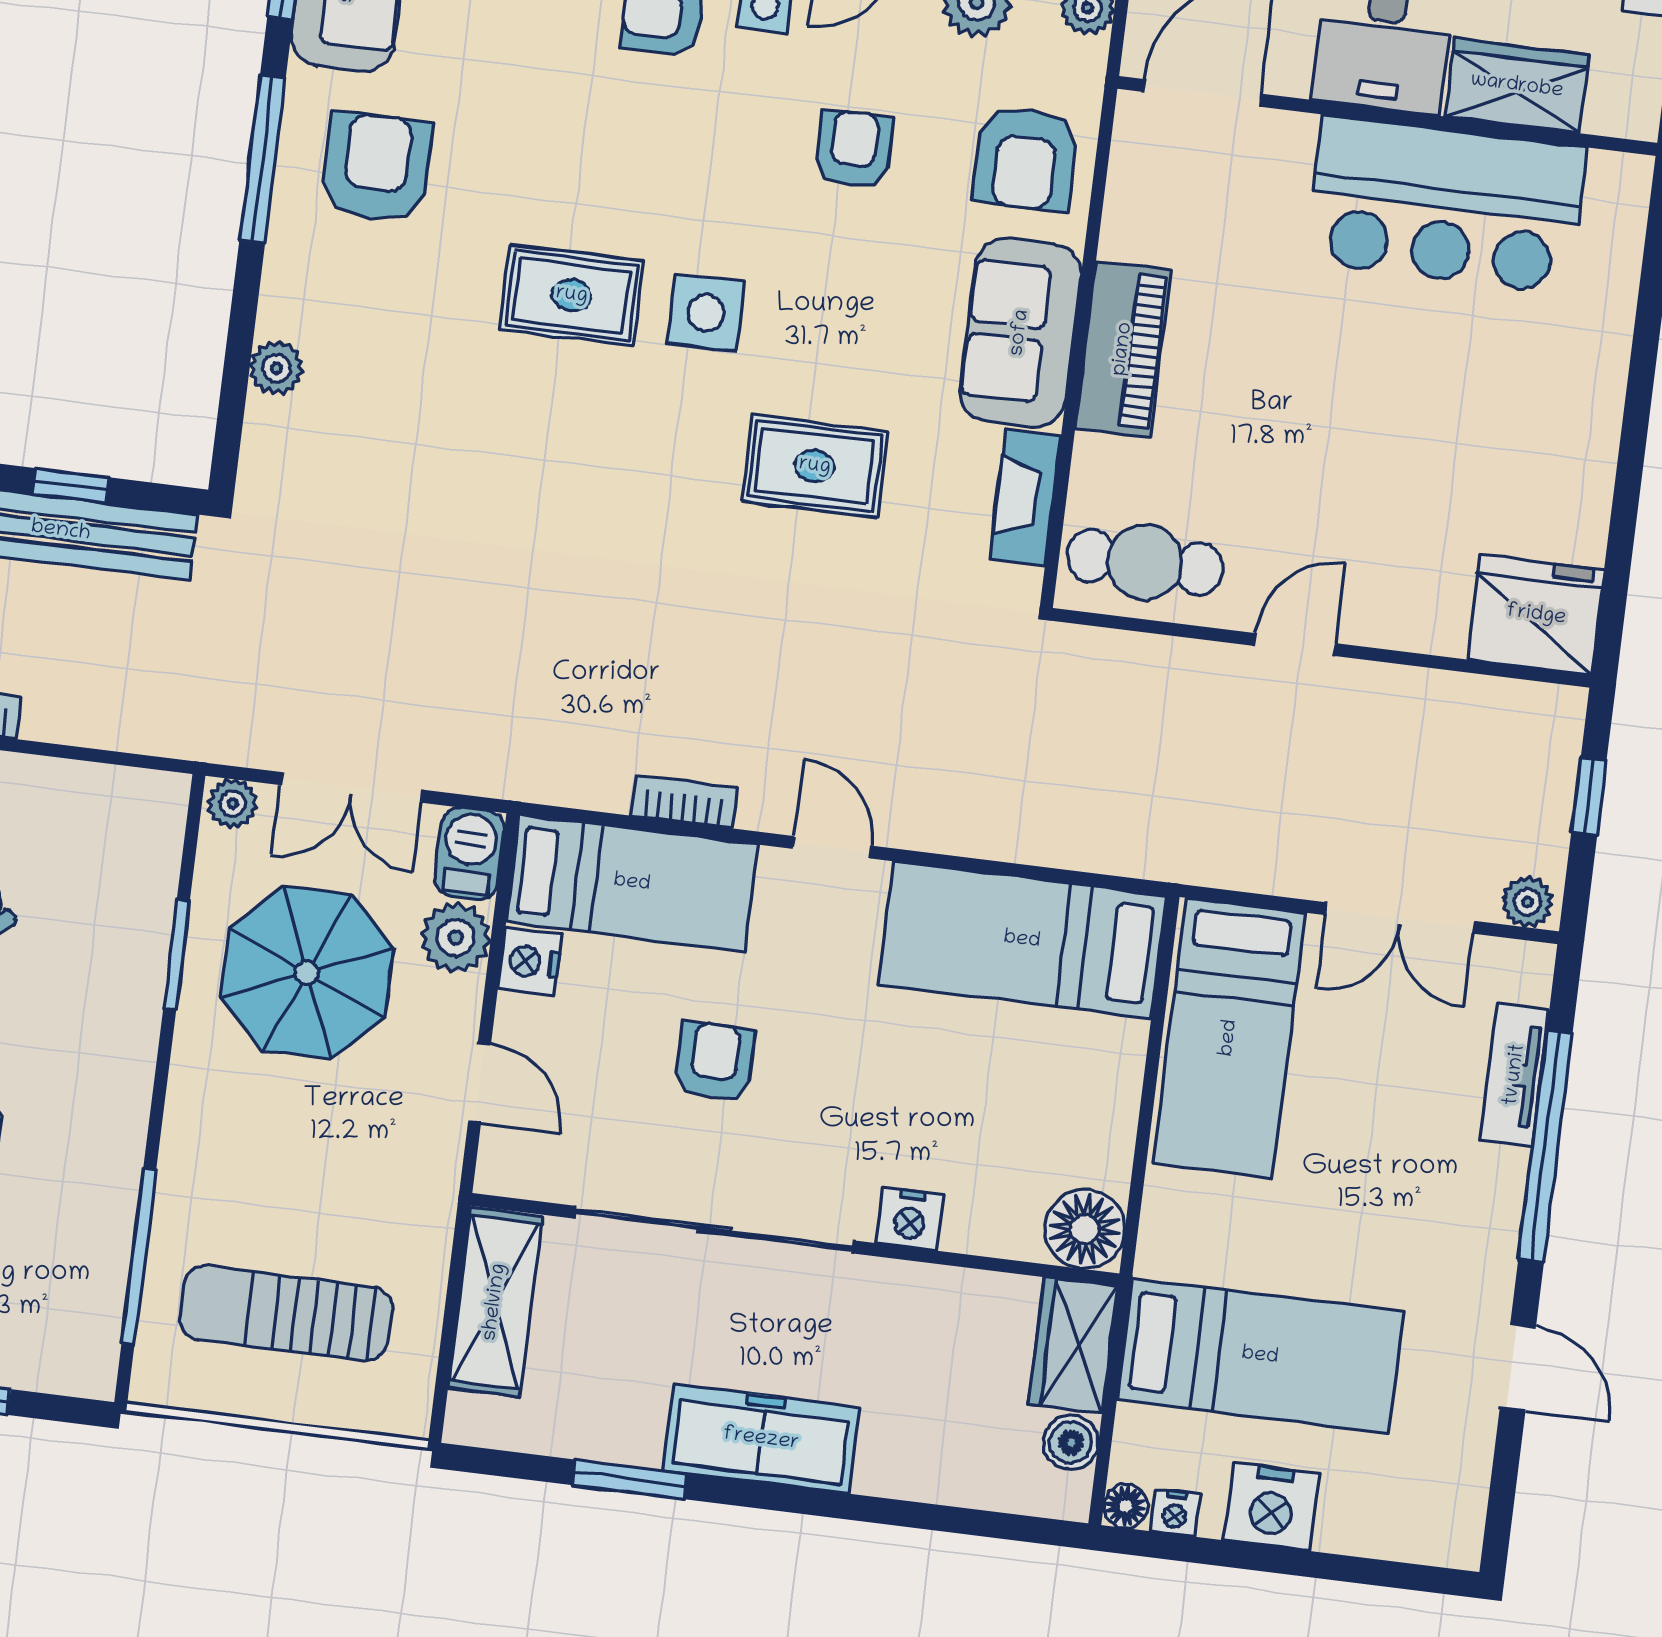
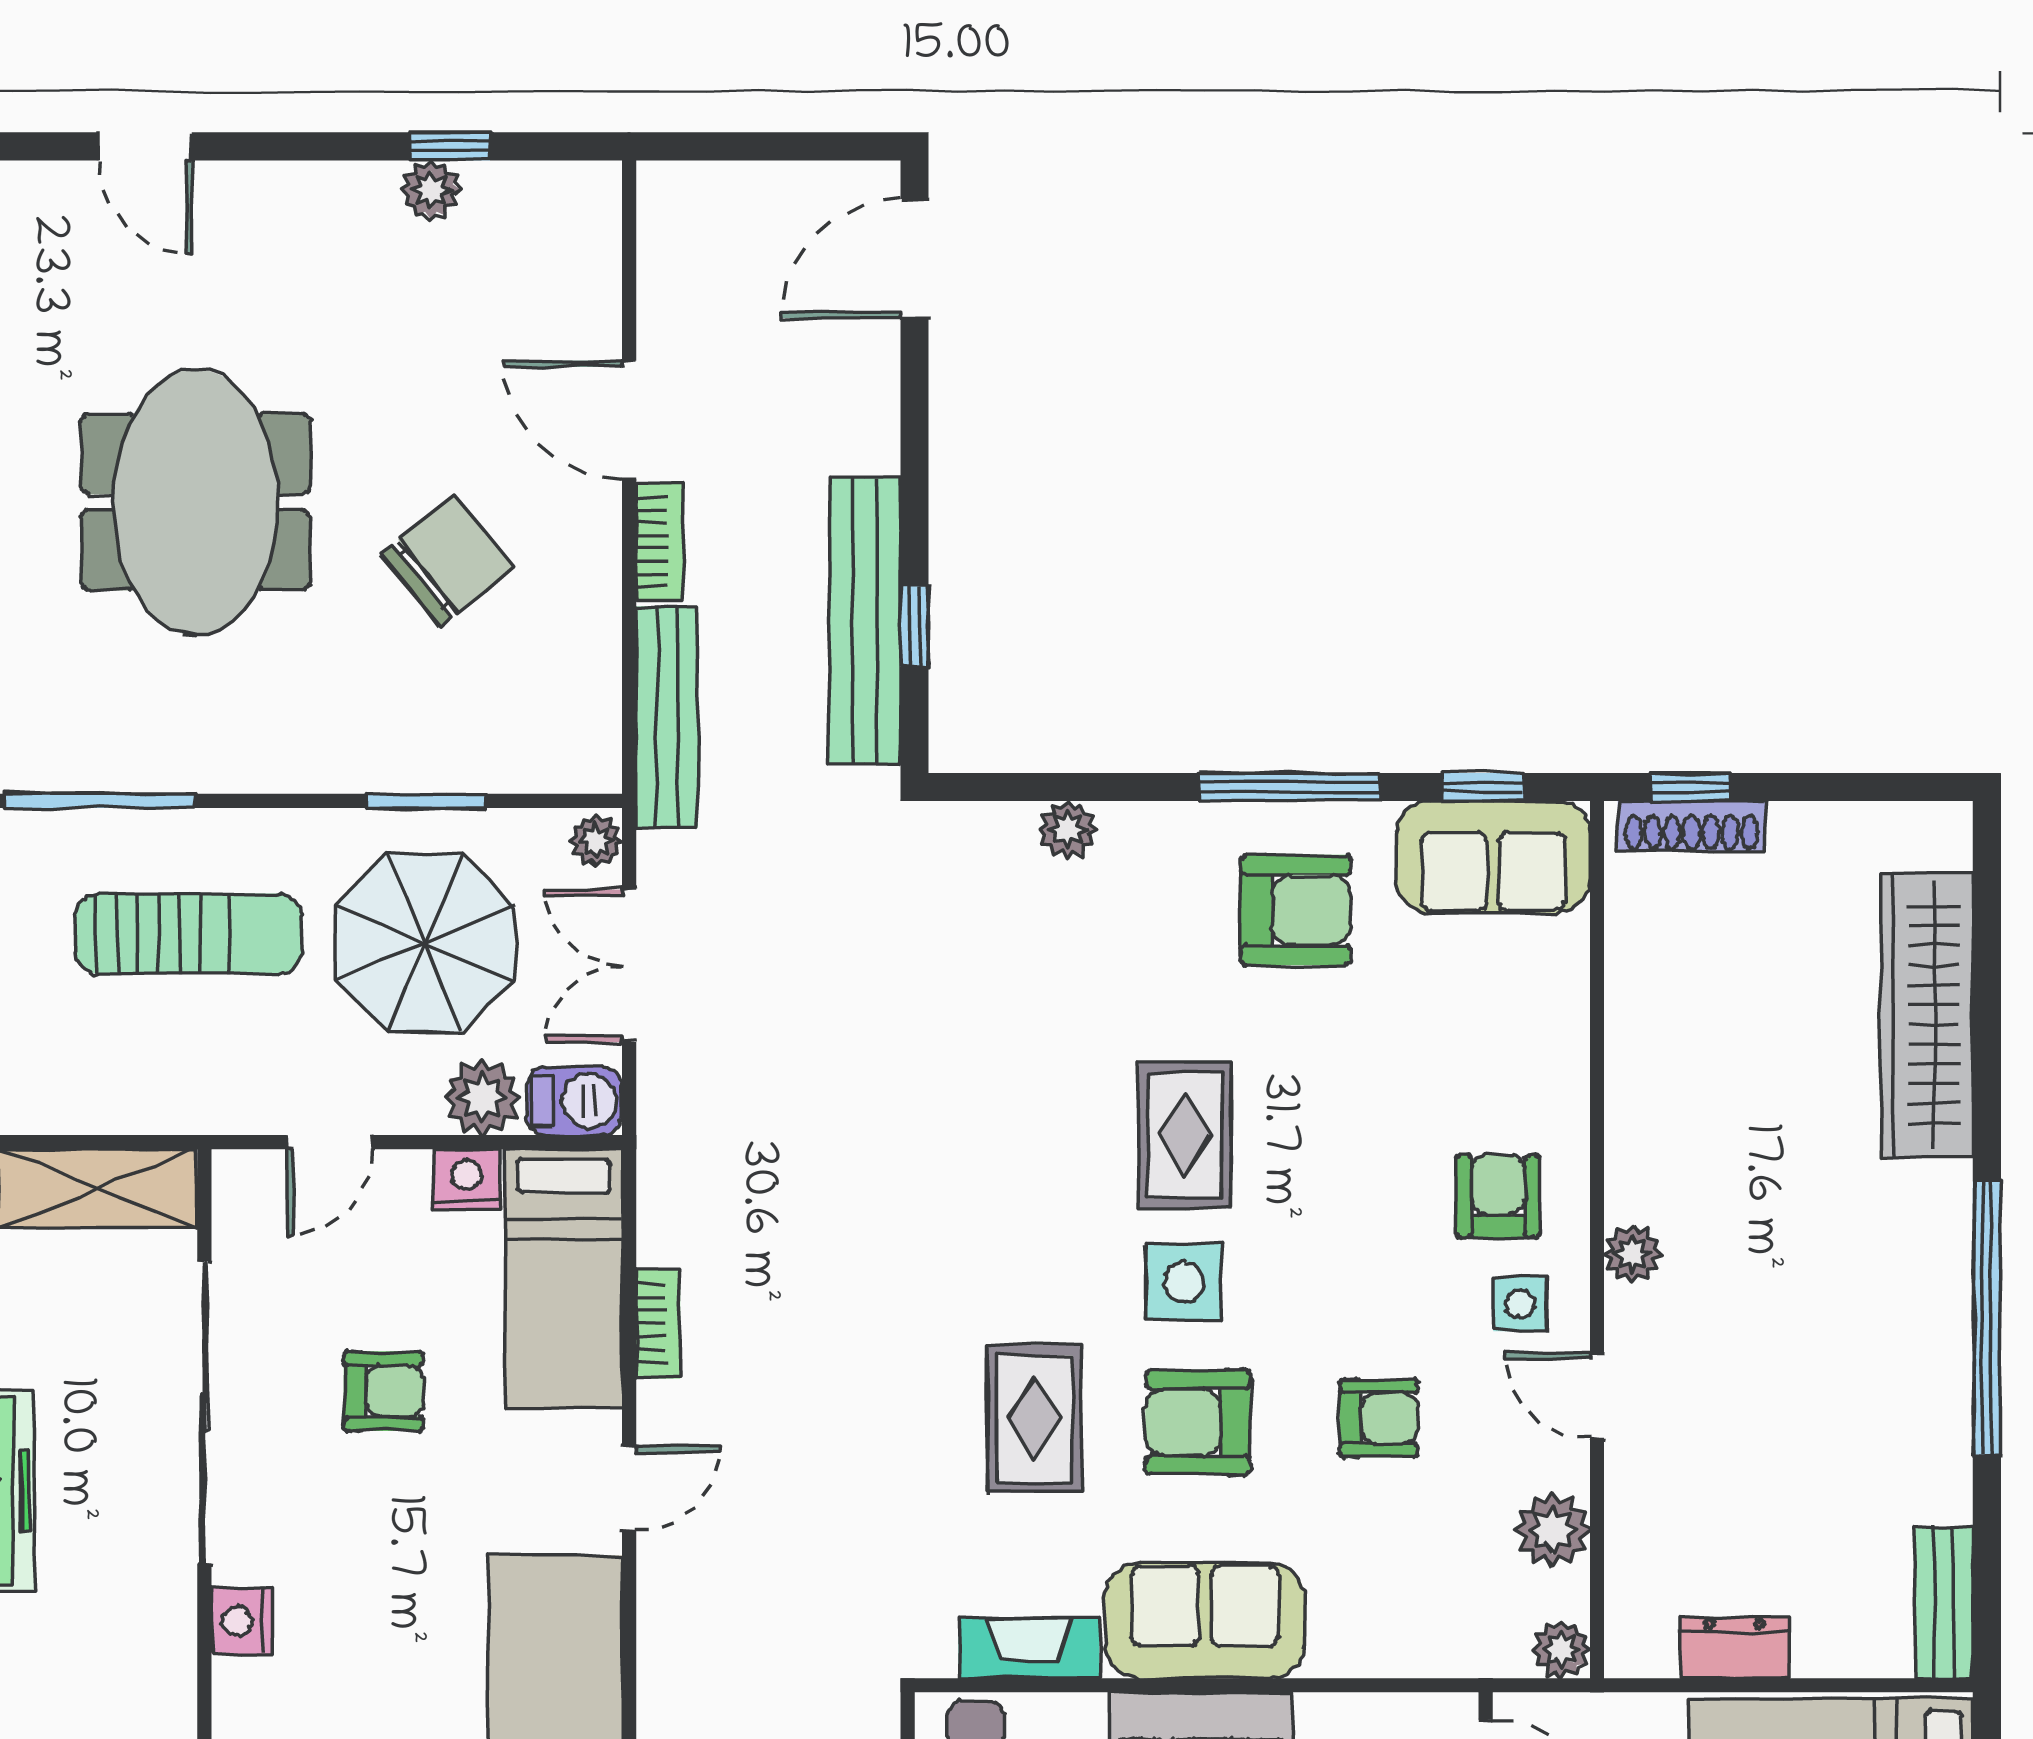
armchair: (1026, 159) -> (1198, 1422), moved
bench: (126, 724) -> (667, 717), added
sun lounger: (286, 1313) -> (189, 934), moved, turned 90

